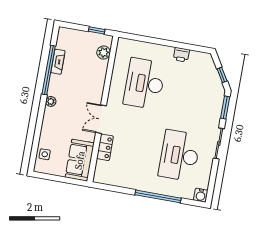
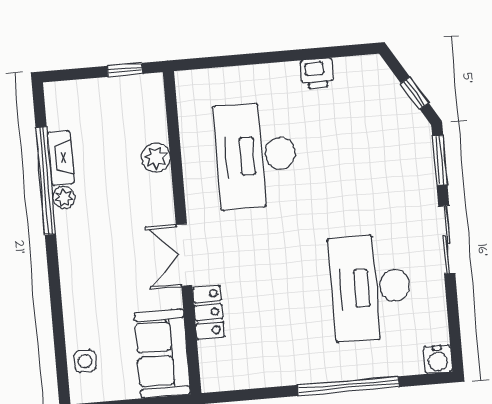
plant: (104, 53) -> (156, 158), moved
plant: (51, 101) -> (64, 198), moved

